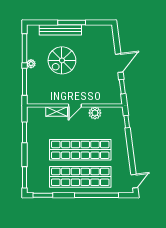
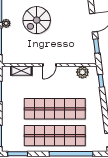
shelving: (57, 111) -> (21, 71), moved
plant: (95, 113) -> (82, 72), moved

